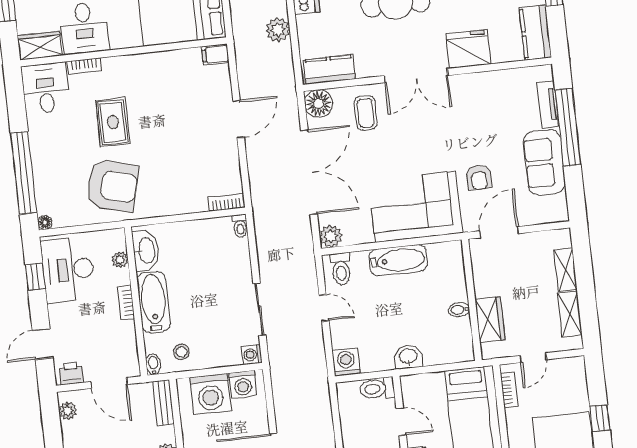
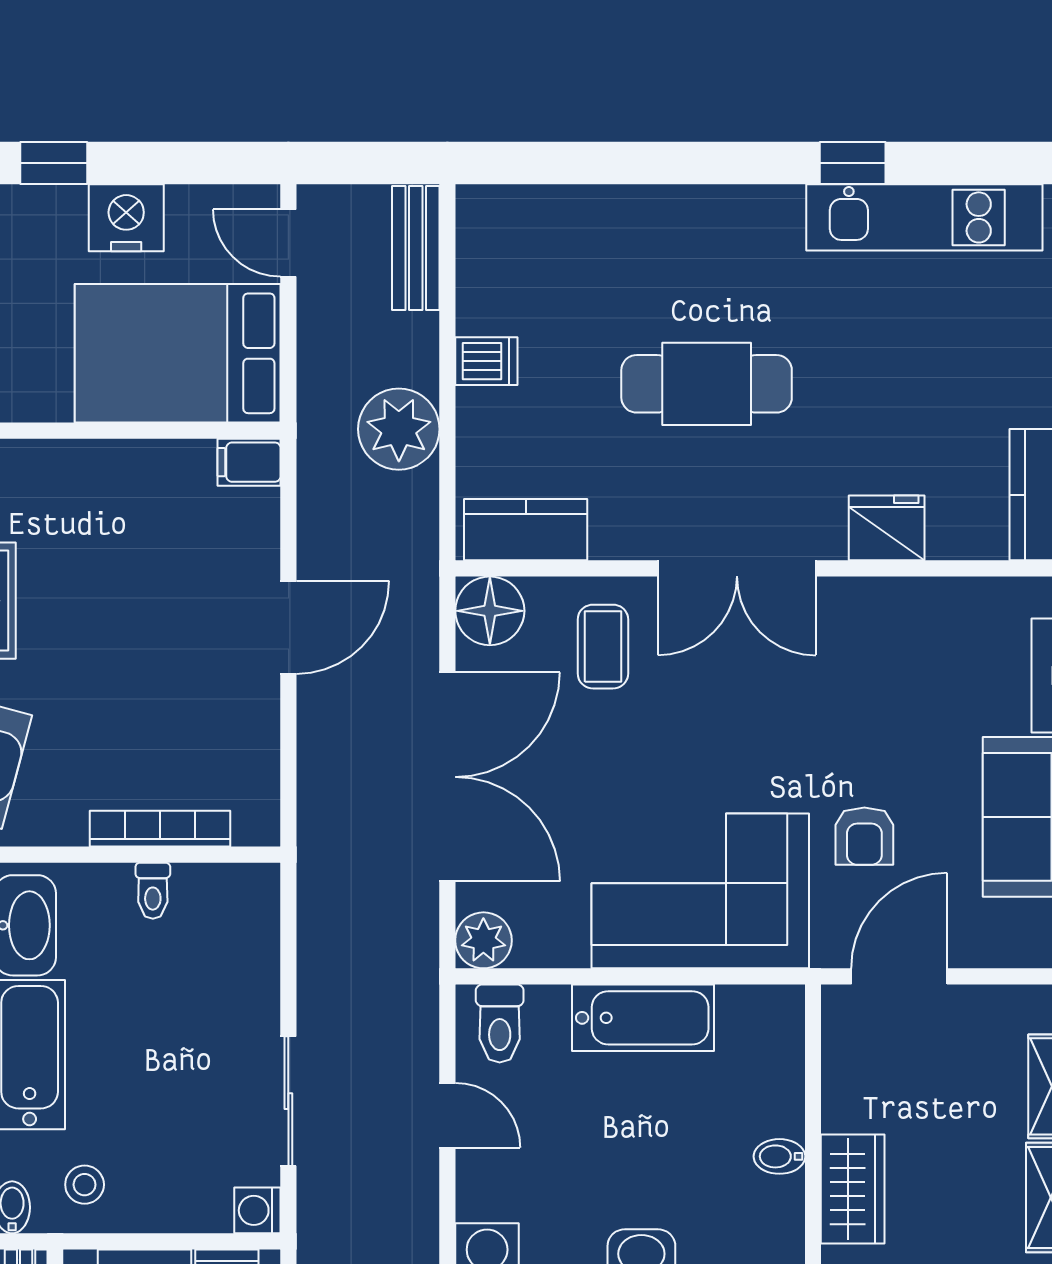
plant: (278, 30) -> (399, 429), width x1.36, depth x1.36
fridge: (468, 49) -> (887, 528), width x0.73, depth x0.75
bookcase: (226, 202) -> (160, 829), moved, width x1.56
toilet: (240, 226) -> (153, 891), moved

